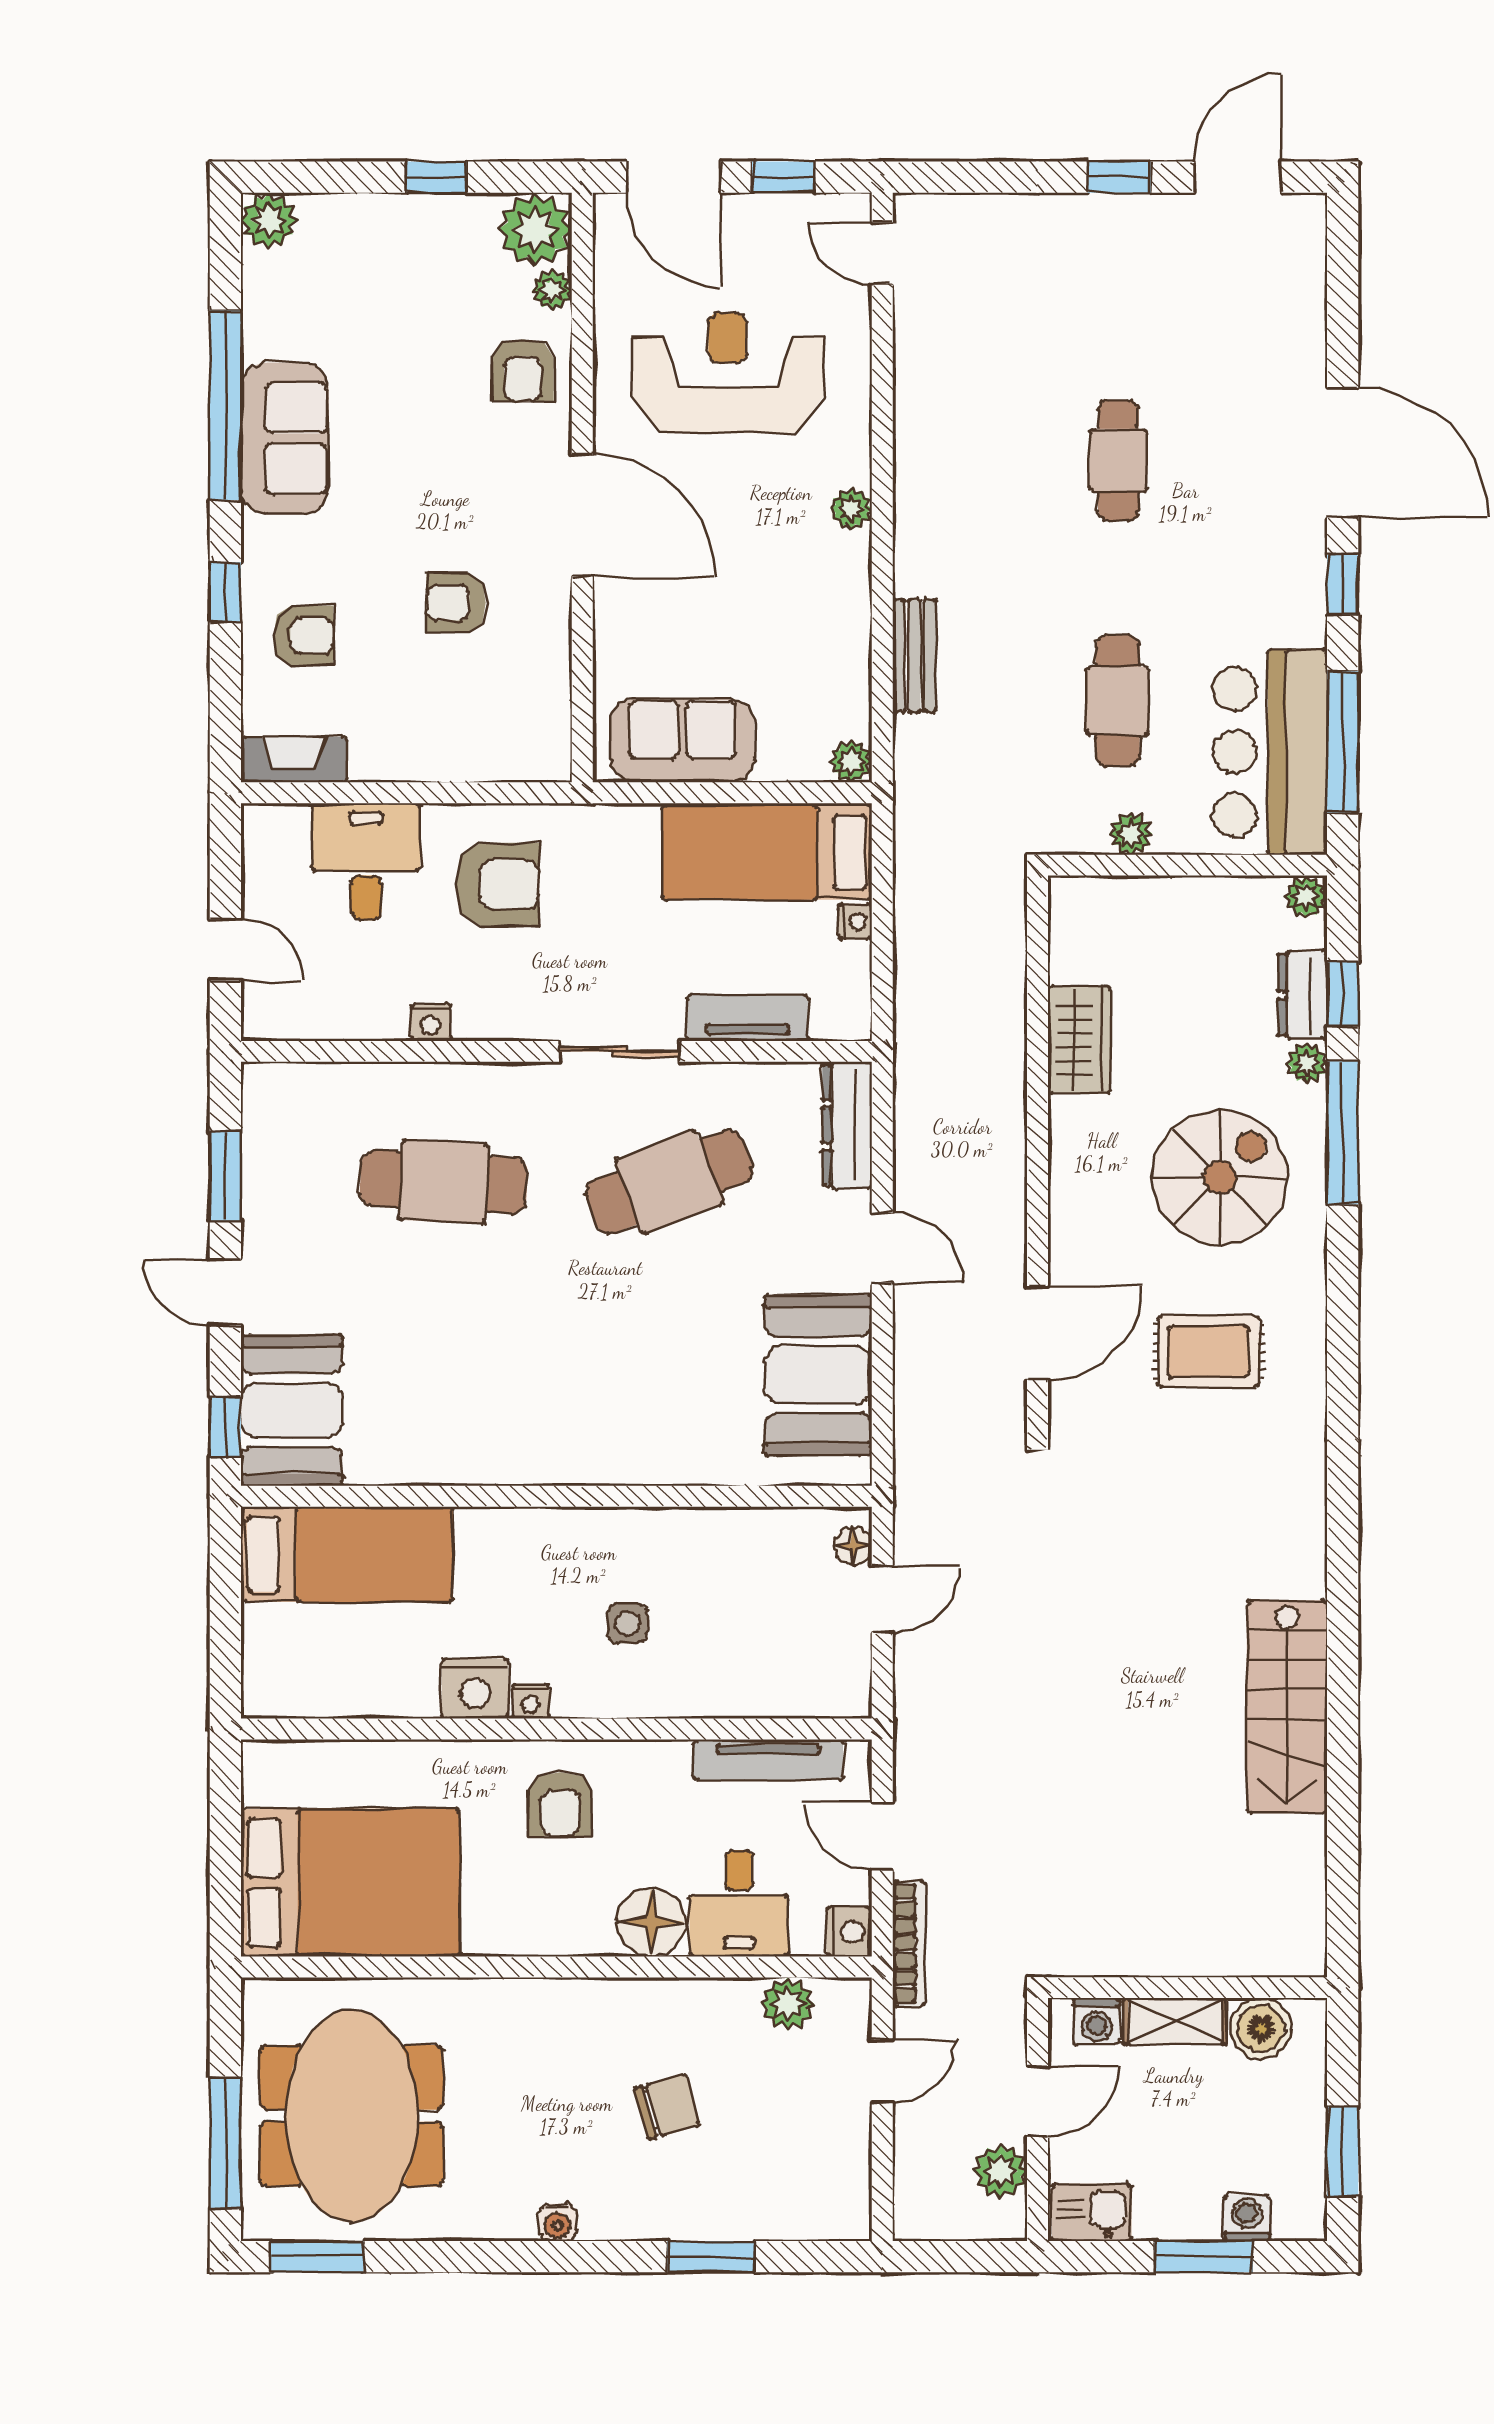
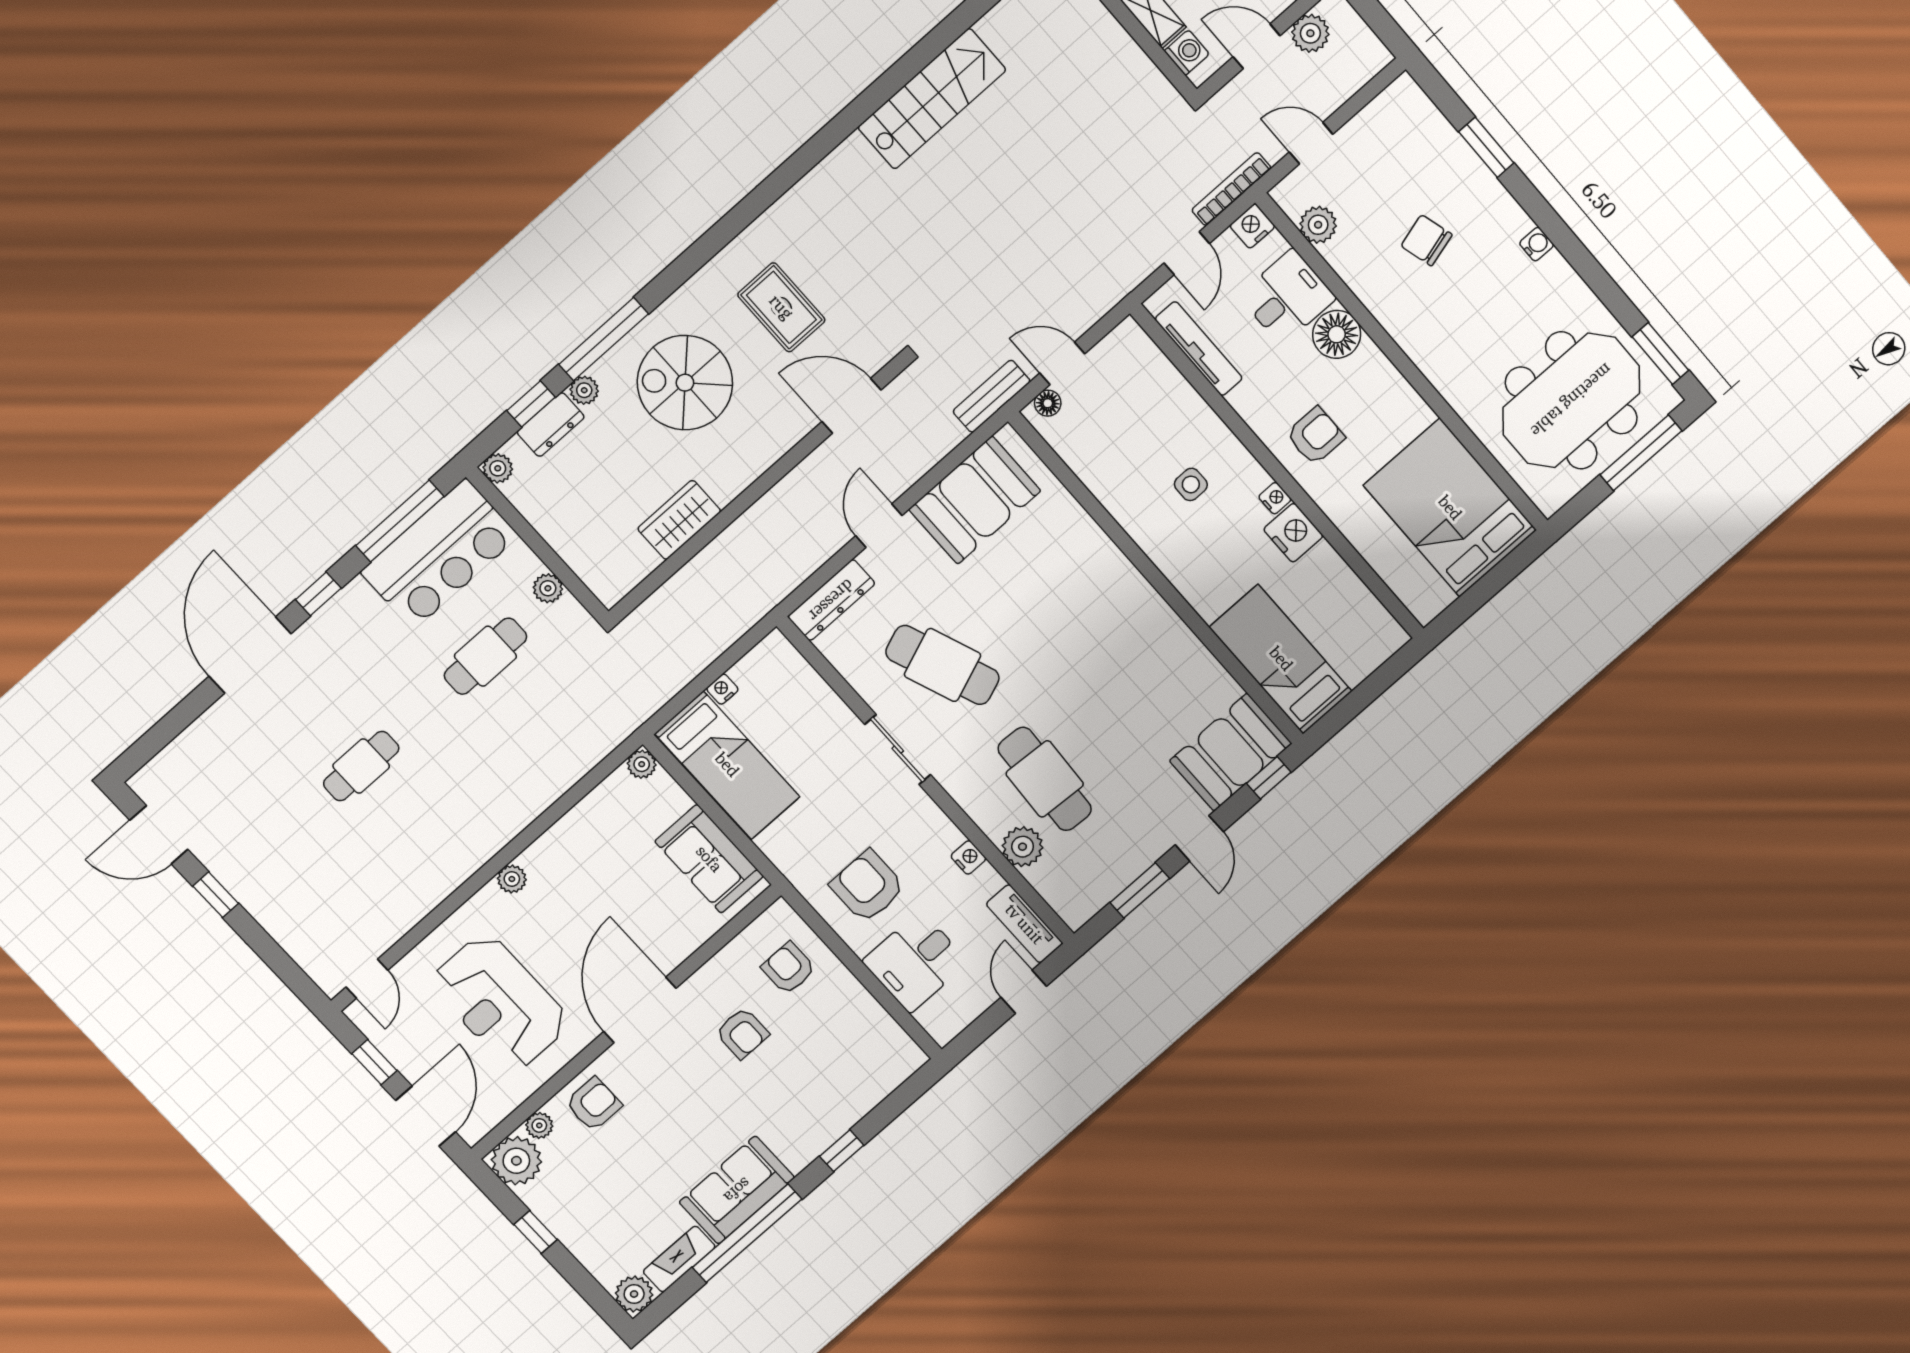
armchair: (303, 635) -> (789, 968), moved
bench: (914, 656) -> (992, 396), moved
fireplace: (294, 760) -> (679, 1259), moved, turned 90
tv unit: (747, 1018) -> (1024, 924), moved
plant: (390, 1092) -> (1023, 847), added

